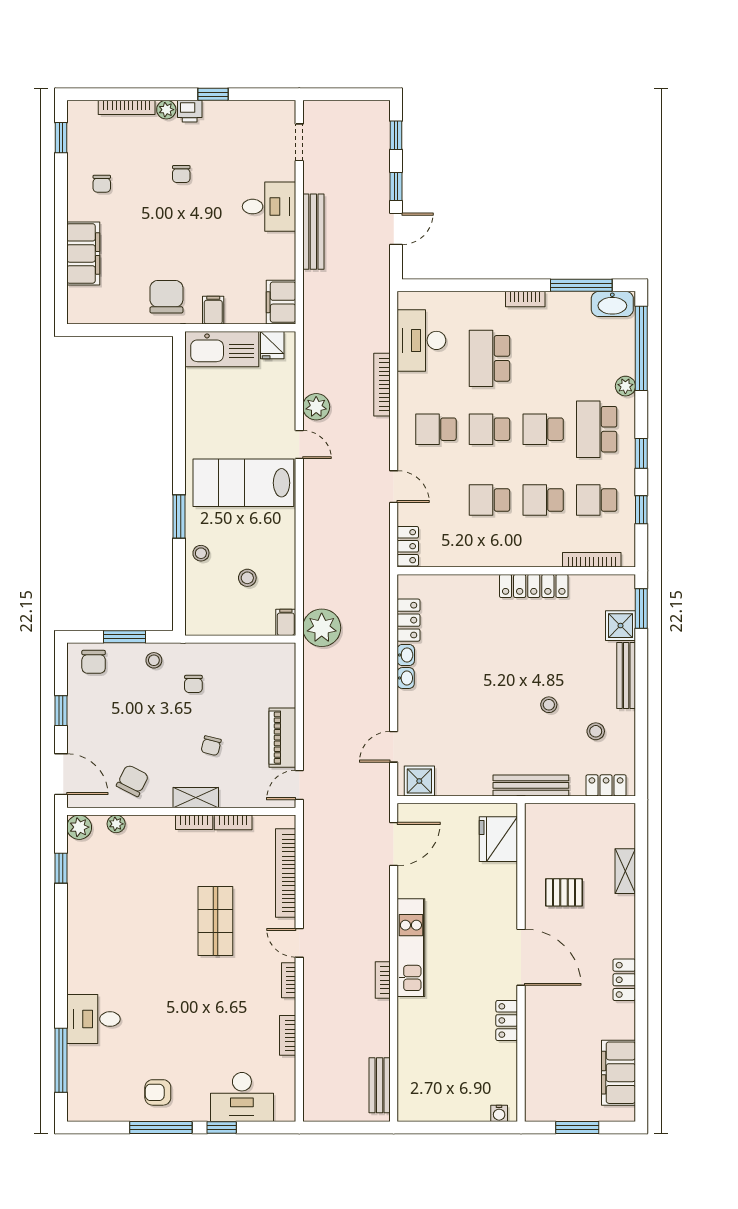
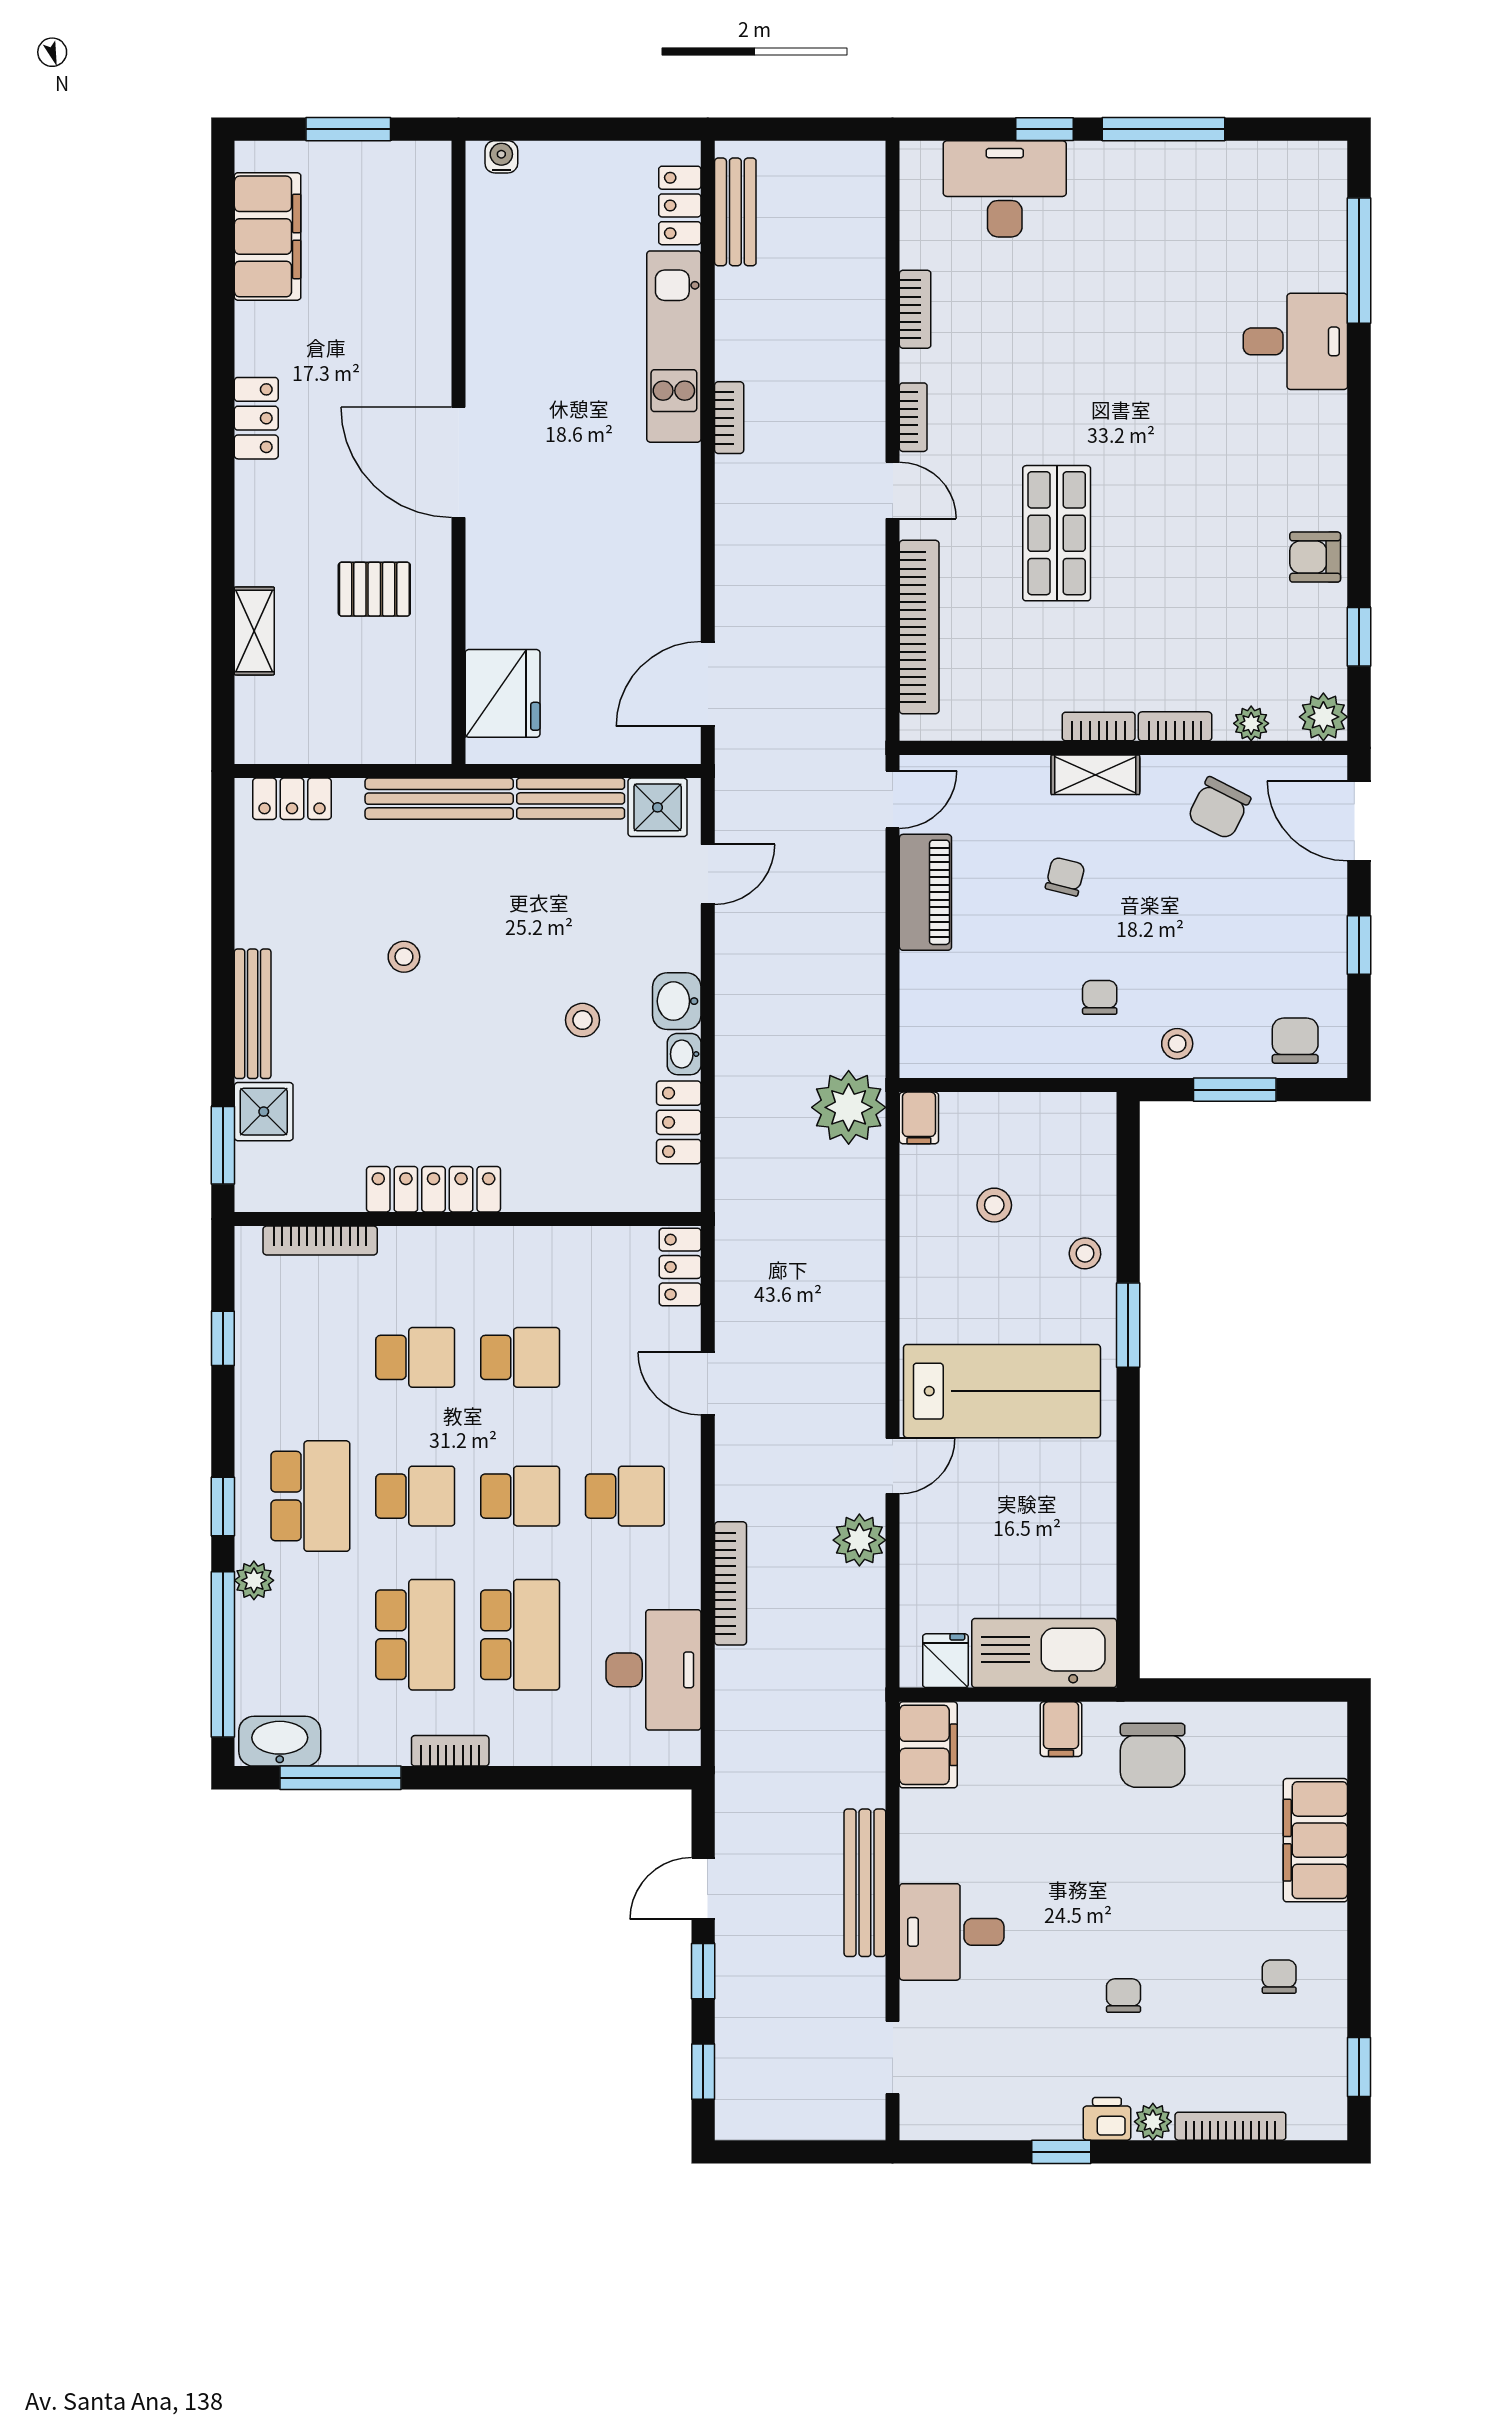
door: (299, 445) -> (893, 1466), swing flipped
window: (641, 453) -> (223, 1507), moved
school desk: (597, 500) -> (415, 1635), moved, width x1.85
washbasin: (406, 678) -> (677, 1001), width x1.38, depth x1.45
stool: (596, 731) -> (583, 1020), moved
bench: (464, 786) -> (571, 798), added
bookcase: (233, 822) -> (1175, 726), moved
kitchen unit: (411, 948) -> (674, 347), moved
locker: (507, 1020) -> (680, 205), moved, turned 180
armchair: (158, 1092) -> (1315, 557), moved, turned 180

